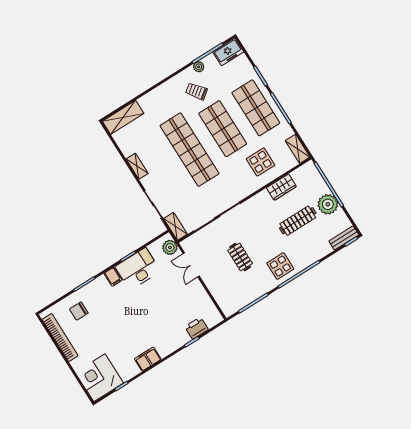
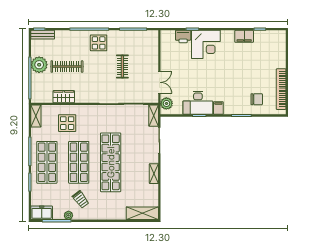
filing cabinet: (148, 359) -> (244, 36), moved
corner desk: (99, 378) -> (206, 44), moved

